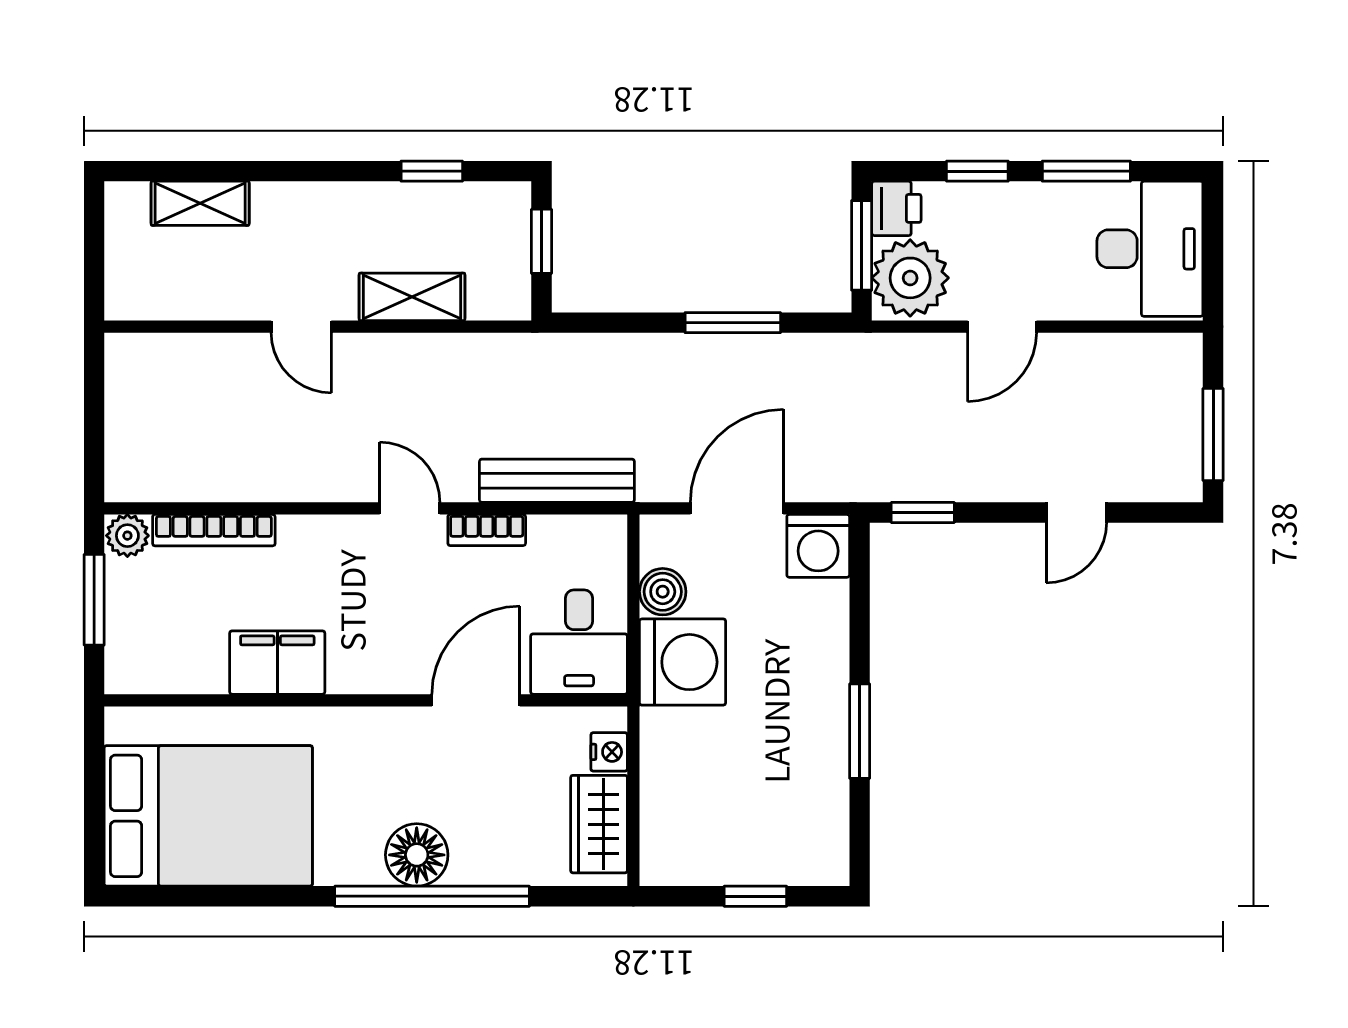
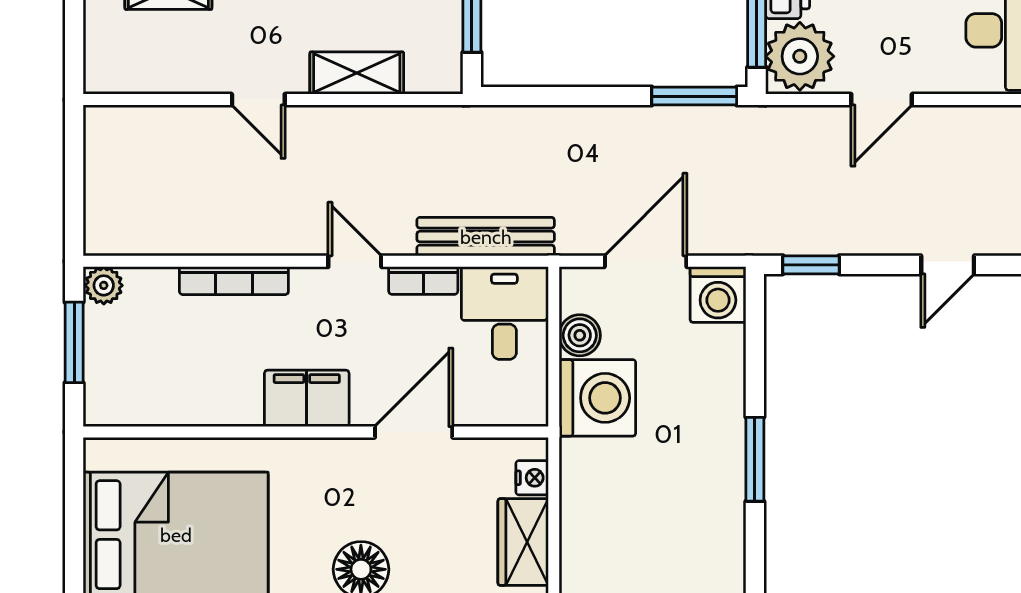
window: (733, 323) -> (694, 96), moved
bookcase: (214, 530) -> (234, 281), moved
desk: (579, 642) -> (504, 313), moved, turned 180
filing cabinet: (277, 663) -> (307, 398), moved

